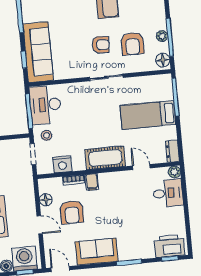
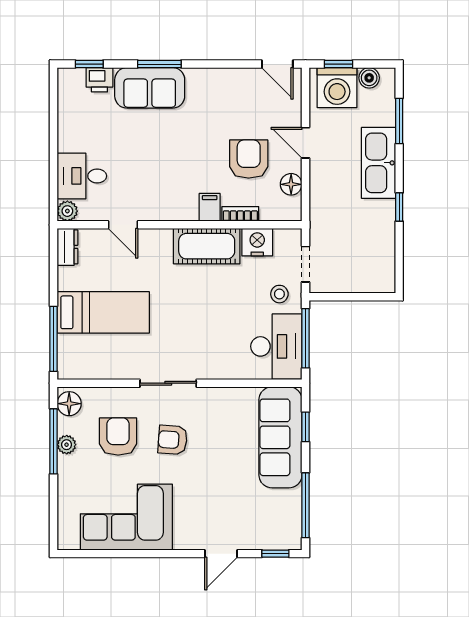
cot: (105, 158) -> (207, 246), moved
printer: (169, 246) -> (99, 80), width x0.53, depth x0.68
sofa: (97, 252) -> (150, 88), moved

